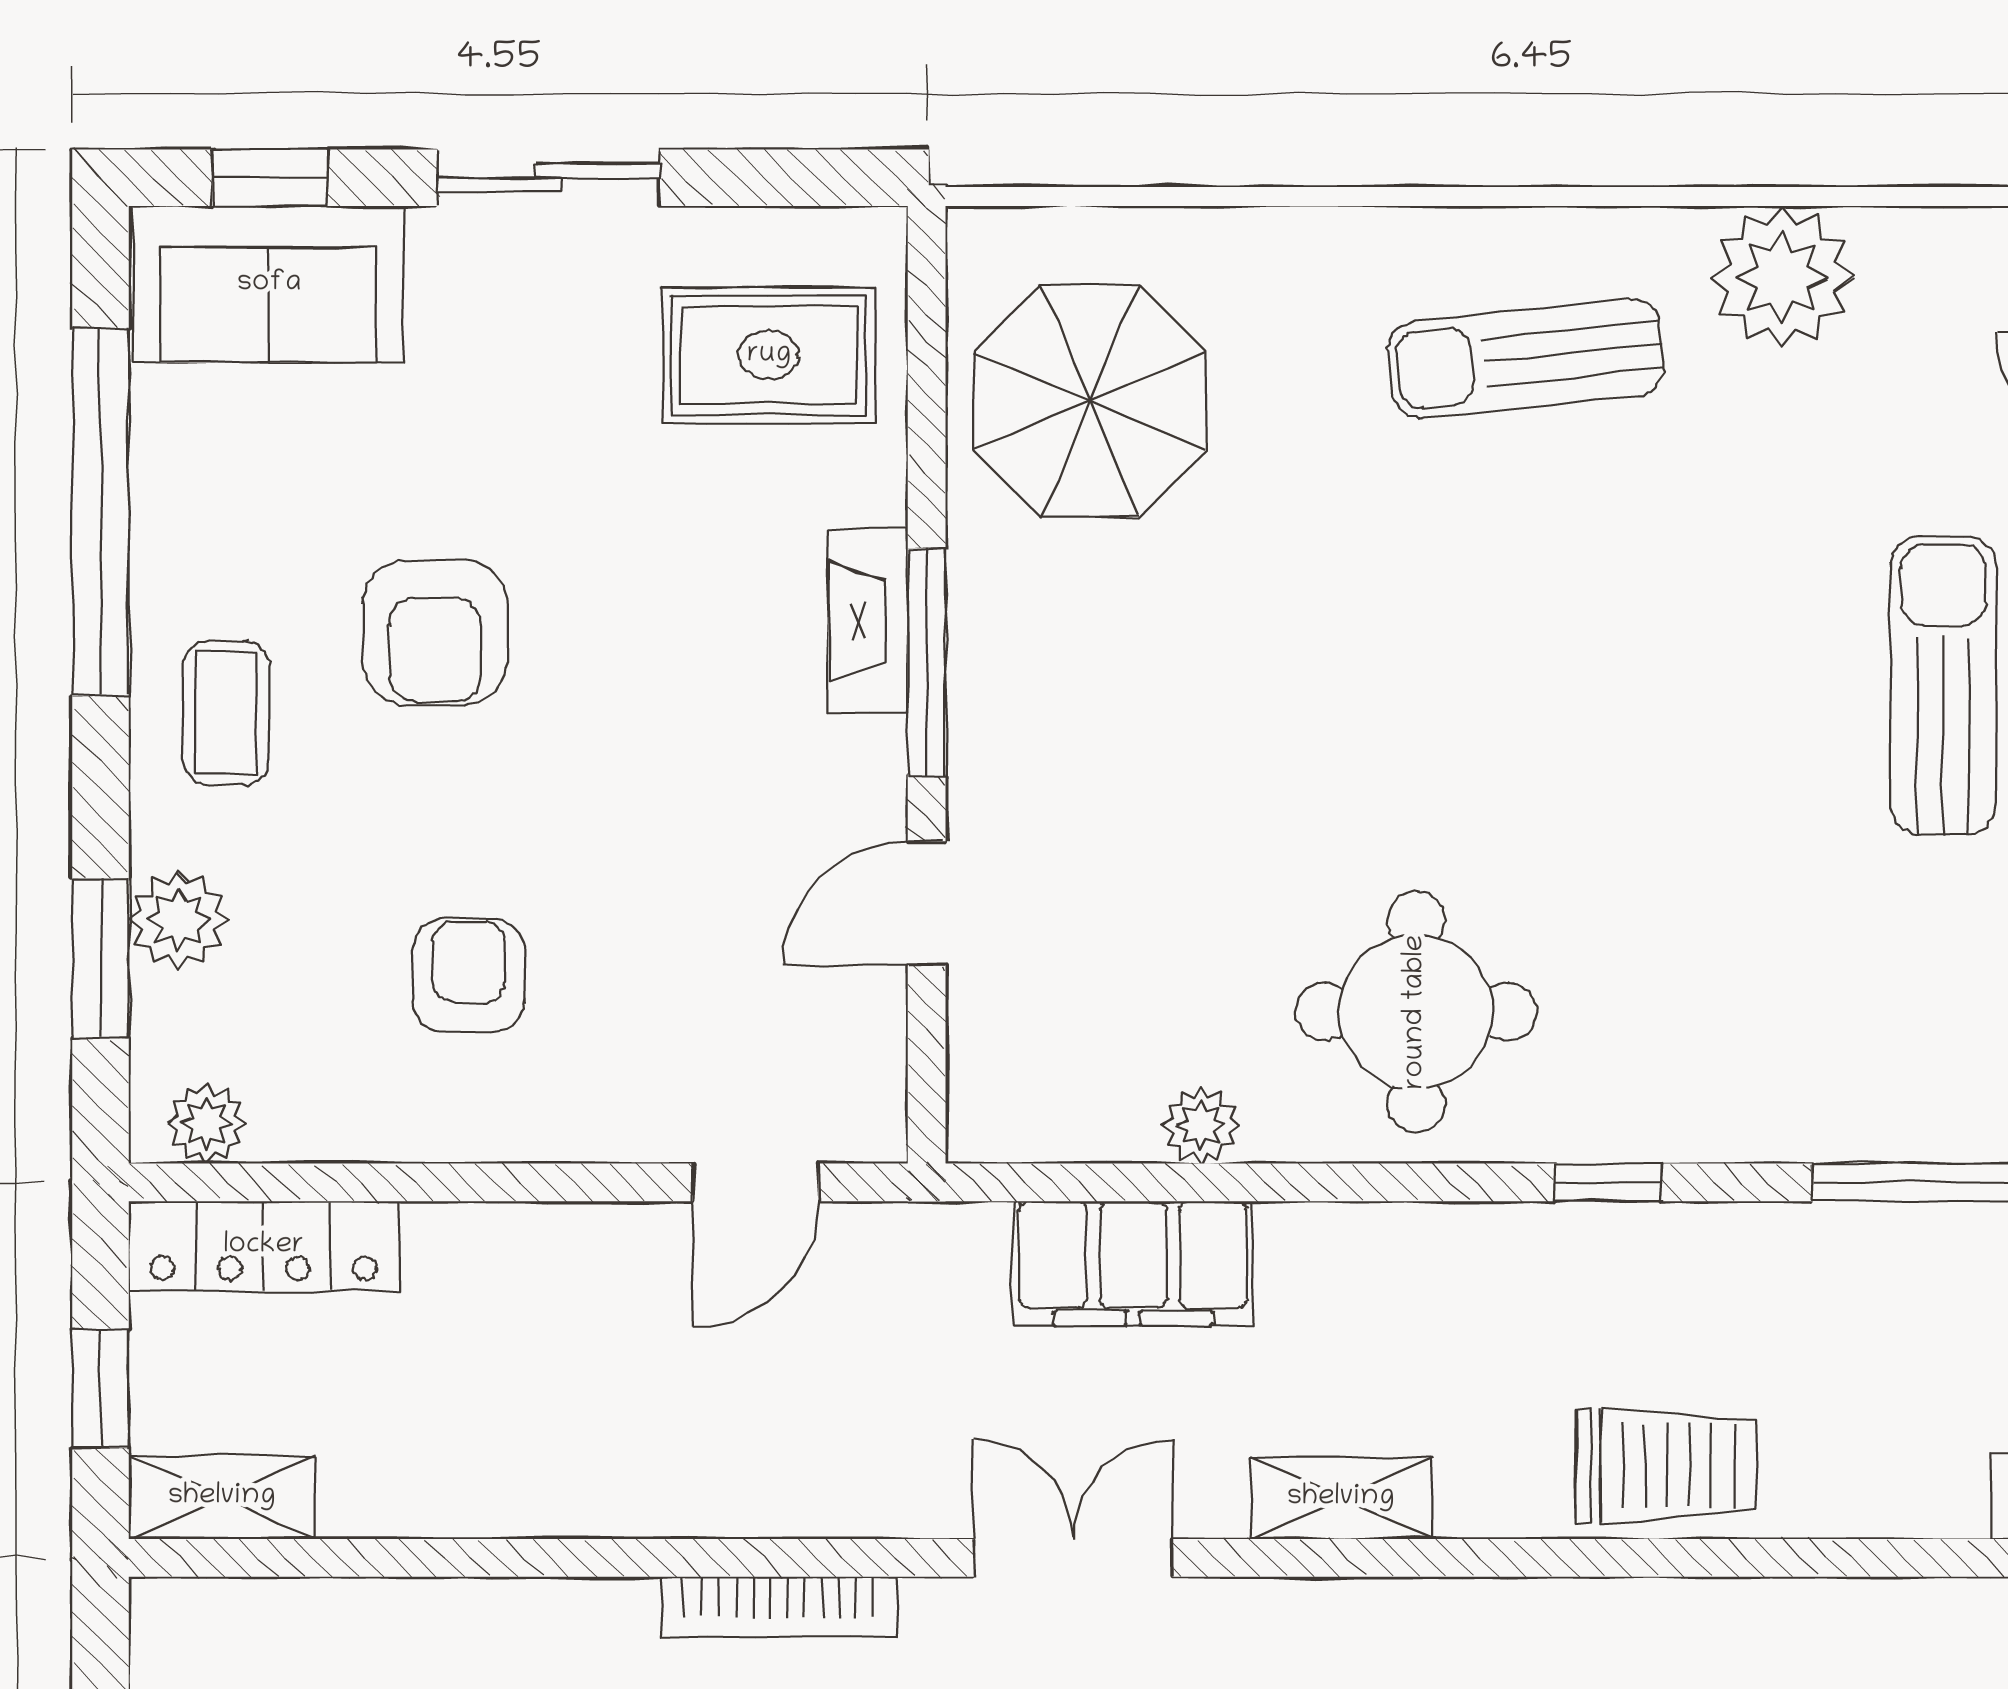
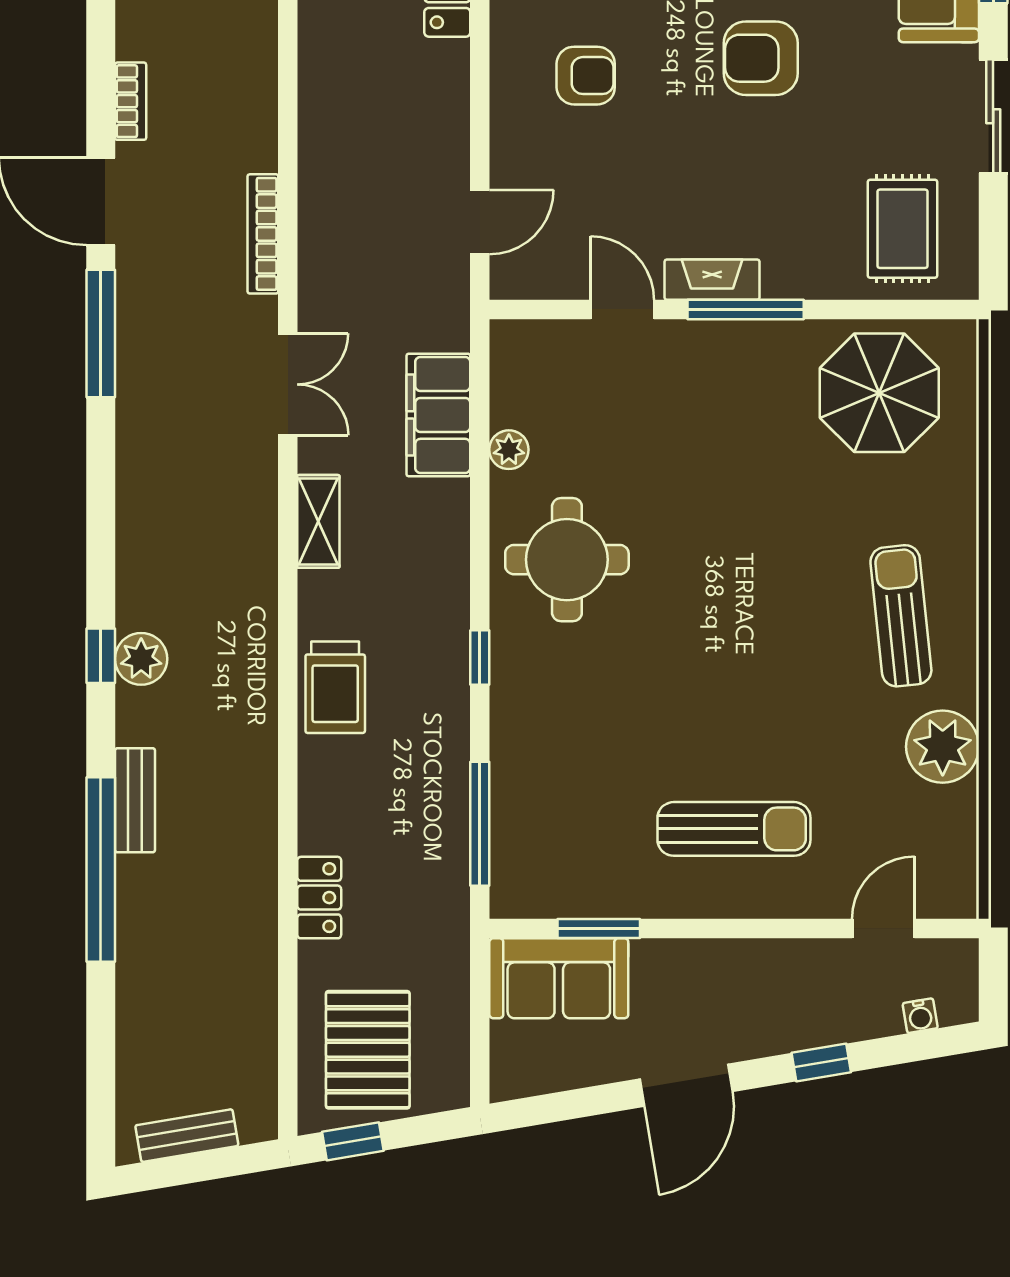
fireplace: (868, 621) -> (712, 280), moved
door: (756, 1182) -> (480, 222), swing flipped

